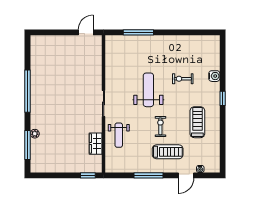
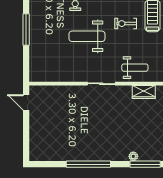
window: (138, 32) -> (26, 30), moved

